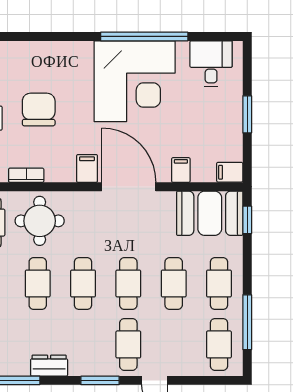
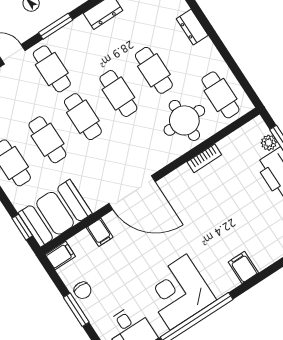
corner desk: (135, 81) -> (178, 292), width x0.74, depth x0.74
chair: (39, 109) -> (83, 290), moved, width x0.54, depth x0.54
filing cabinet: (87, 168) -> (243, 267), moved, turned 180
bookcase: (26, 175) -> (204, 158), moved

